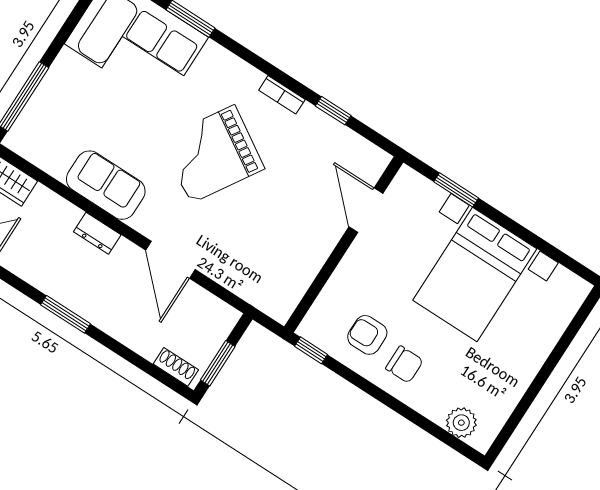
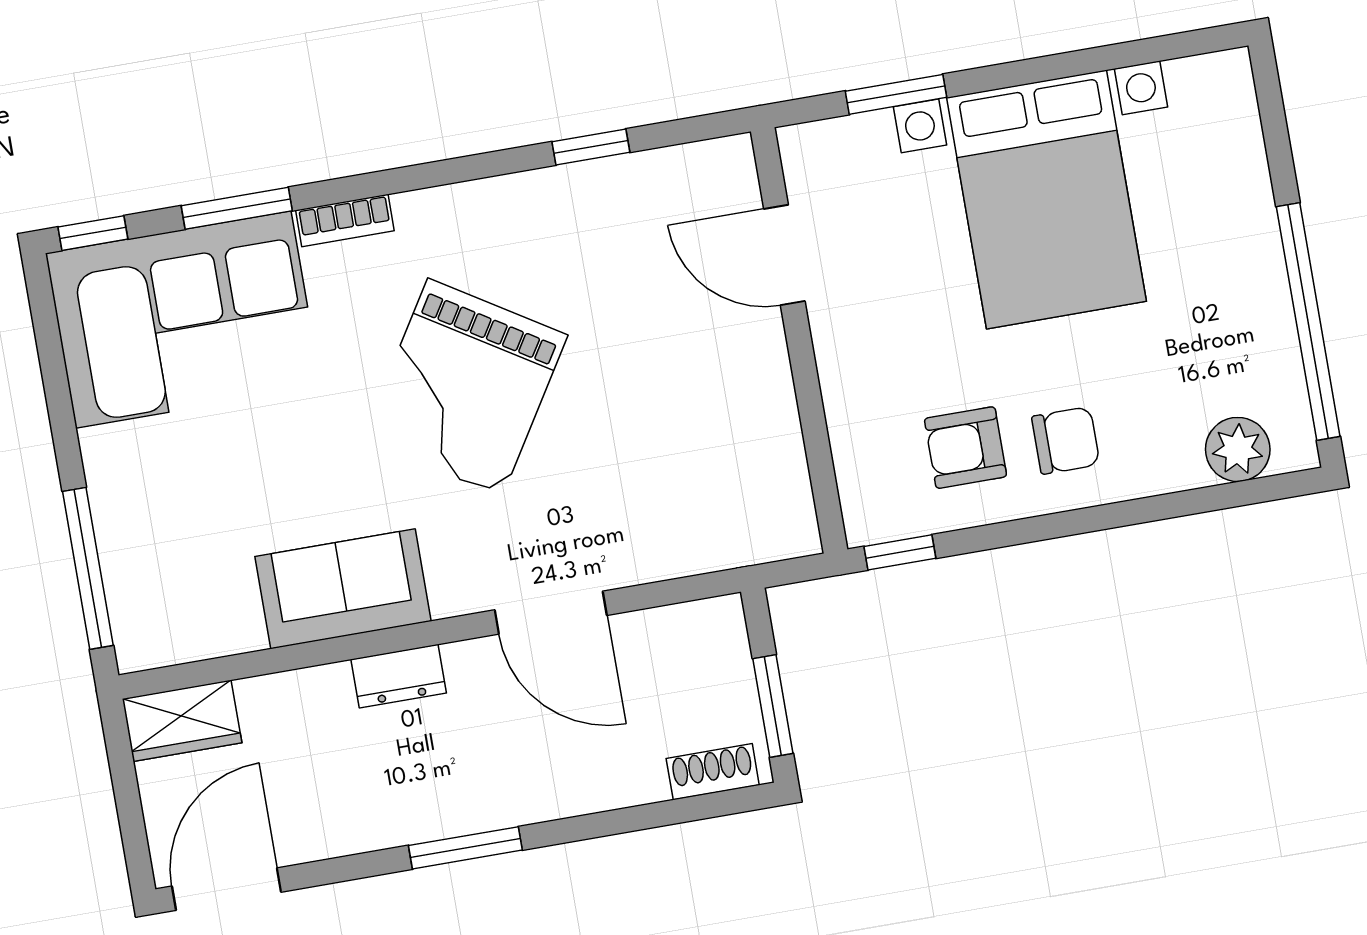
bookcase: (282, 95) -> (345, 220), moved
window: (527, 401) -> (1308, 322), added

